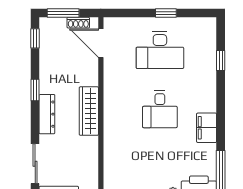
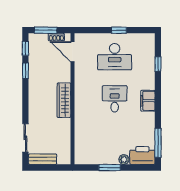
window: (35, 90) -> (25, 71), moved
desk: (160, 109) -> (115, 99), turned 180
dresser: (47, 114) -> (34, 102), removed
filing cabinet: (207, 128) -> (148, 101), moved

